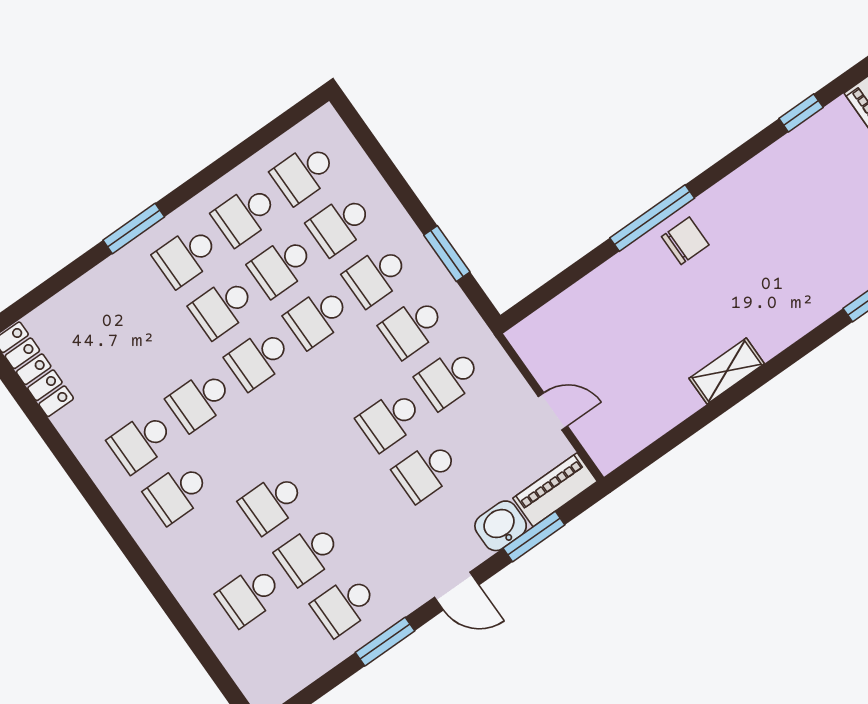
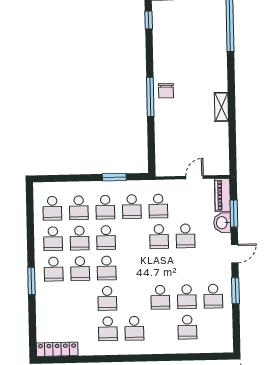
chair: (685, 241) -> (166, 91), turned 180

